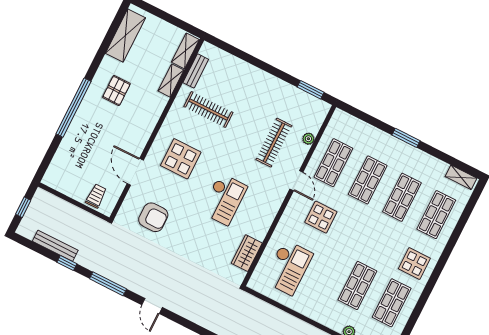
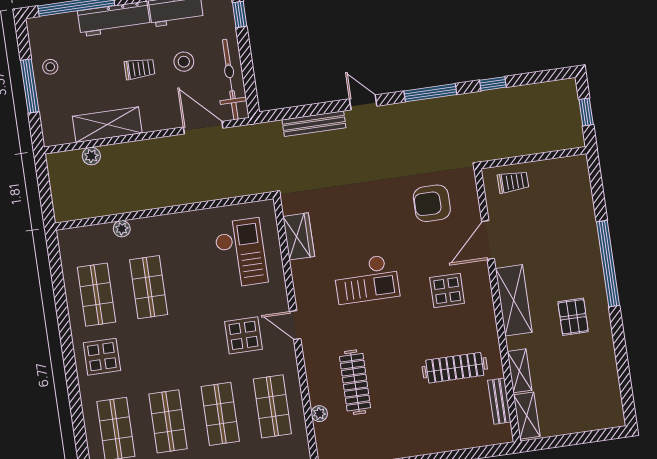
shelving: (125, 36) -> (514, 300), moved
display table: (181, 159) -> (447, 290), width x0.73, depth x0.73
door: (135, 172) -> (488, 240), swing flipped
door: (296, 181) -> (295, 325), moved
trolley: (96, 196) -> (513, 182), turned -91
checkout: (224, 199) -> (366, 279), turned -90
bench: (55, 246) -> (314, 124), moved
checkout: (288, 267) -> (241, 253), turned 180

